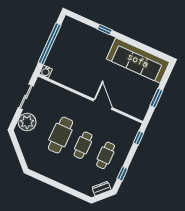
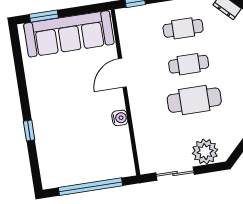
sofa: (138, 60) -> (69, 34), moved, turned 90
water cooler: (46, 71) -> (120, 118), moved
window: (156, 98) -> (44, 16), moved

